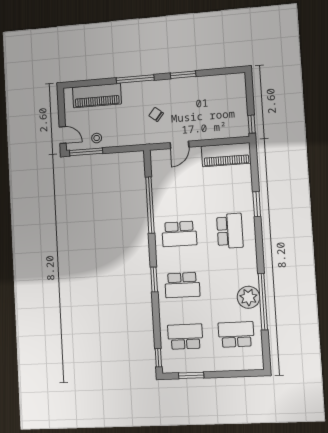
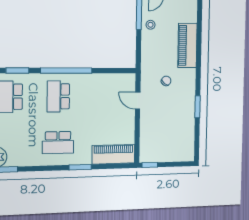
window: (135, 79) -> (199, 64), removed
piano: (97, 96) -> (187, 45), moved
piano: (226, 155) -> (113, 154), moved, turned 90
window: (150, 205) -> (66, 71), moved

